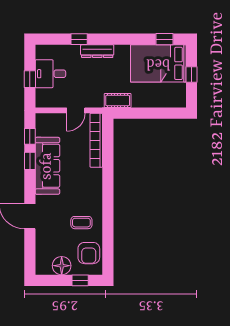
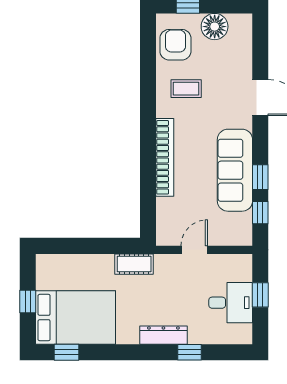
bookcase: (96, 140) -> (165, 157), moved

